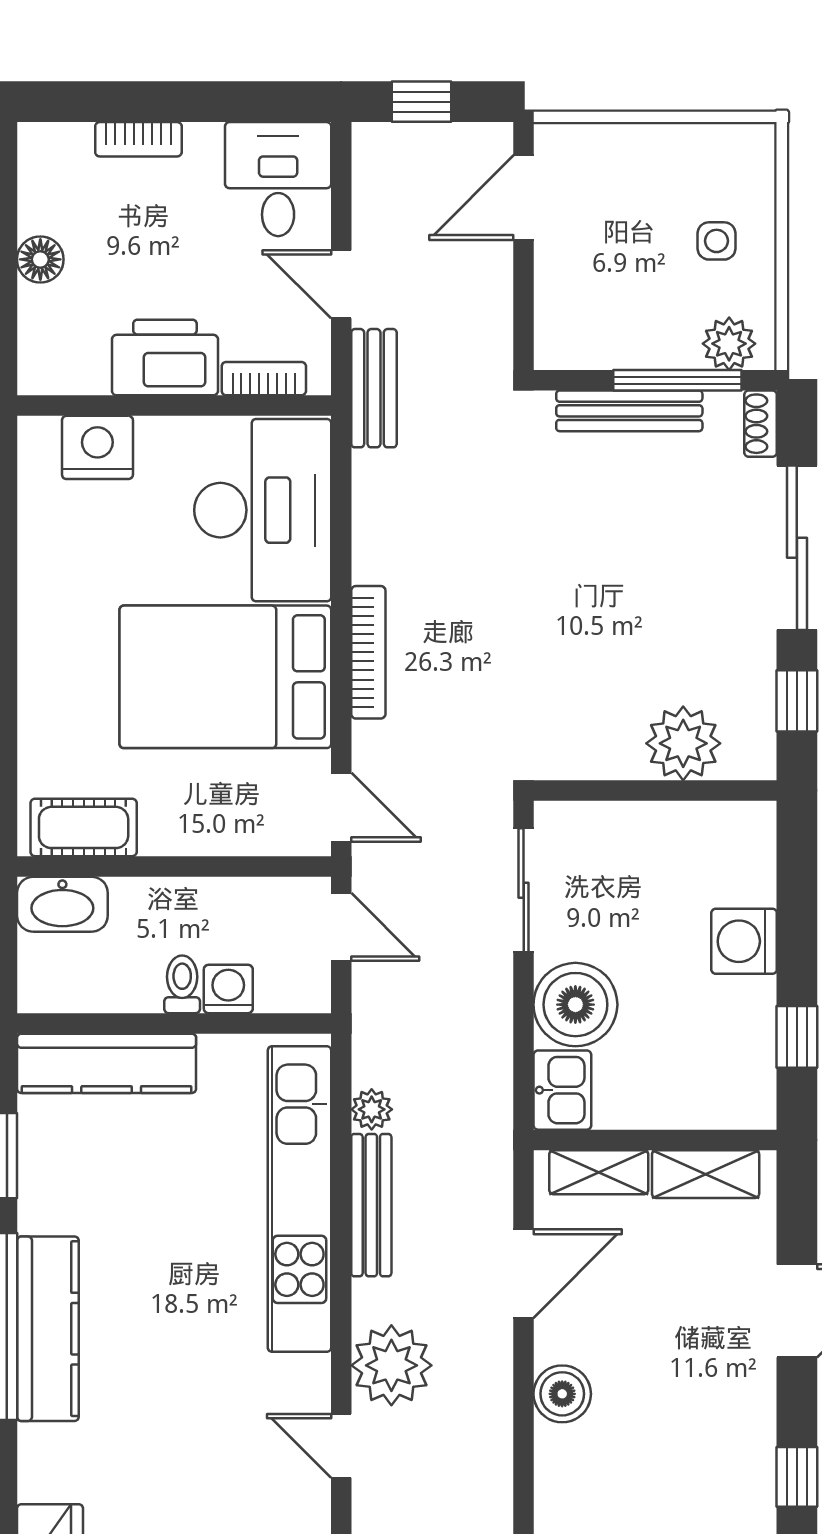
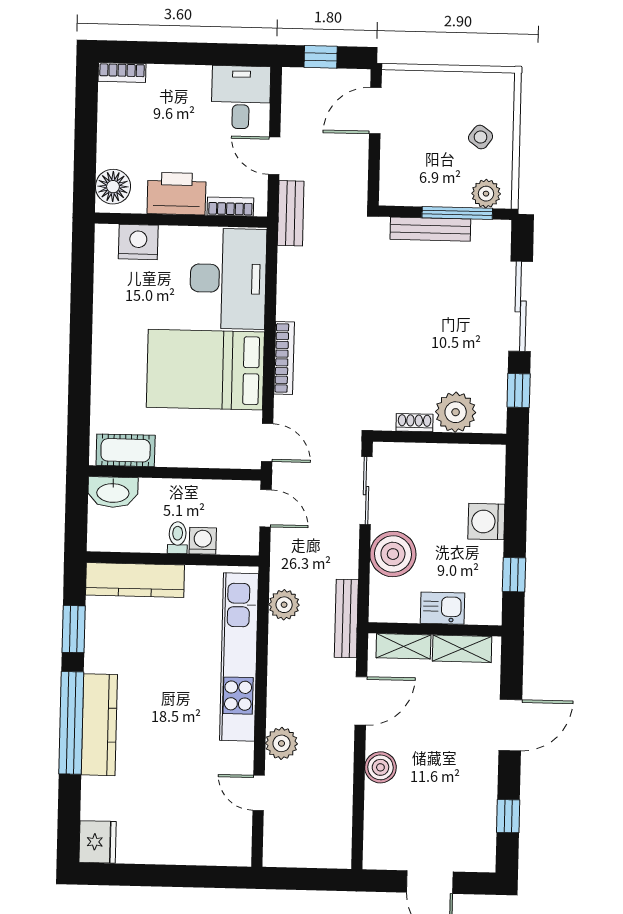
bookcase: (138, 139) -> (122, 73), moved
side table: (716, 241) -> (481, 137), turned 36
floor lamp: (40, 259) -> (113, 187), moved, width x1.38, depth x1.38
shoe rack: (761, 424) -> (415, 423), moved, turned 90
kitchen sink: (562, 1090) -> (443, 608), moved, turned -90
plant: (372, 1109) -> (284, 605), width x1.38, depth x1.38
bench: (371, 1205) -> (346, 619), moved
plant: (391, 1365) -> (281, 743), width x0.73, depth x0.73

